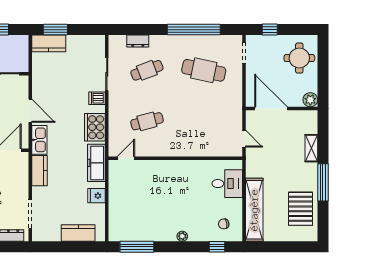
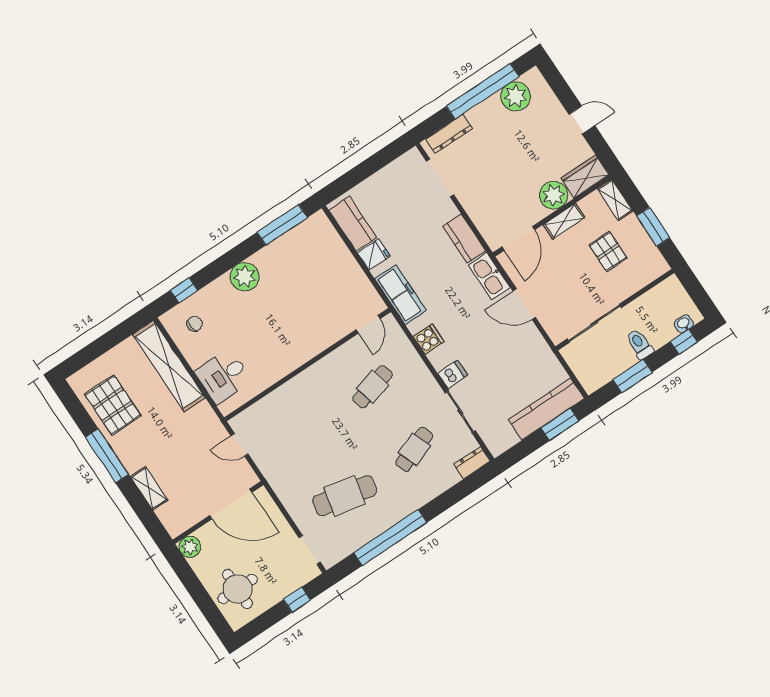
dresser: (138, 41) -> (472, 463), moved
kitchen counter: (49, 43) -> (546, 409), width x1.50
cooker: (95, 127) -> (429, 339), width x0.53, depth x0.76
kitchen counter: (78, 233) -> (353, 224), moved, turned -90
plant: (182, 236) -> (245, 277), width x1.88, depth x1.88

